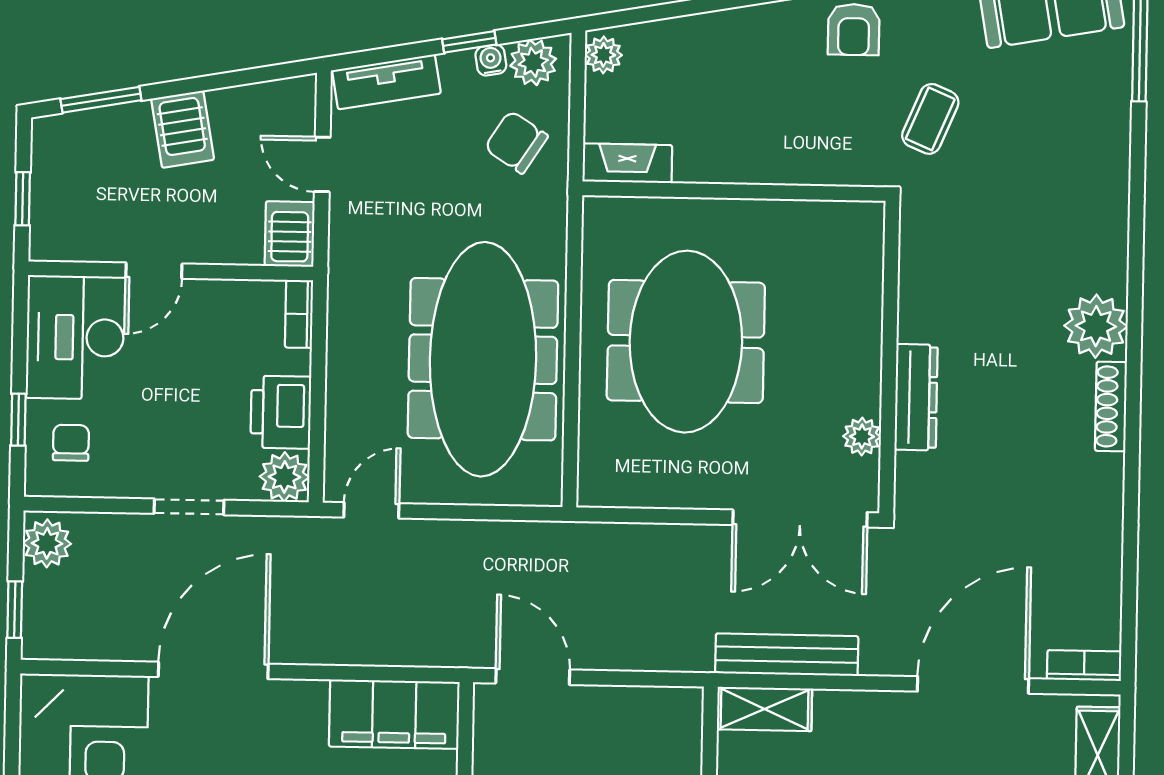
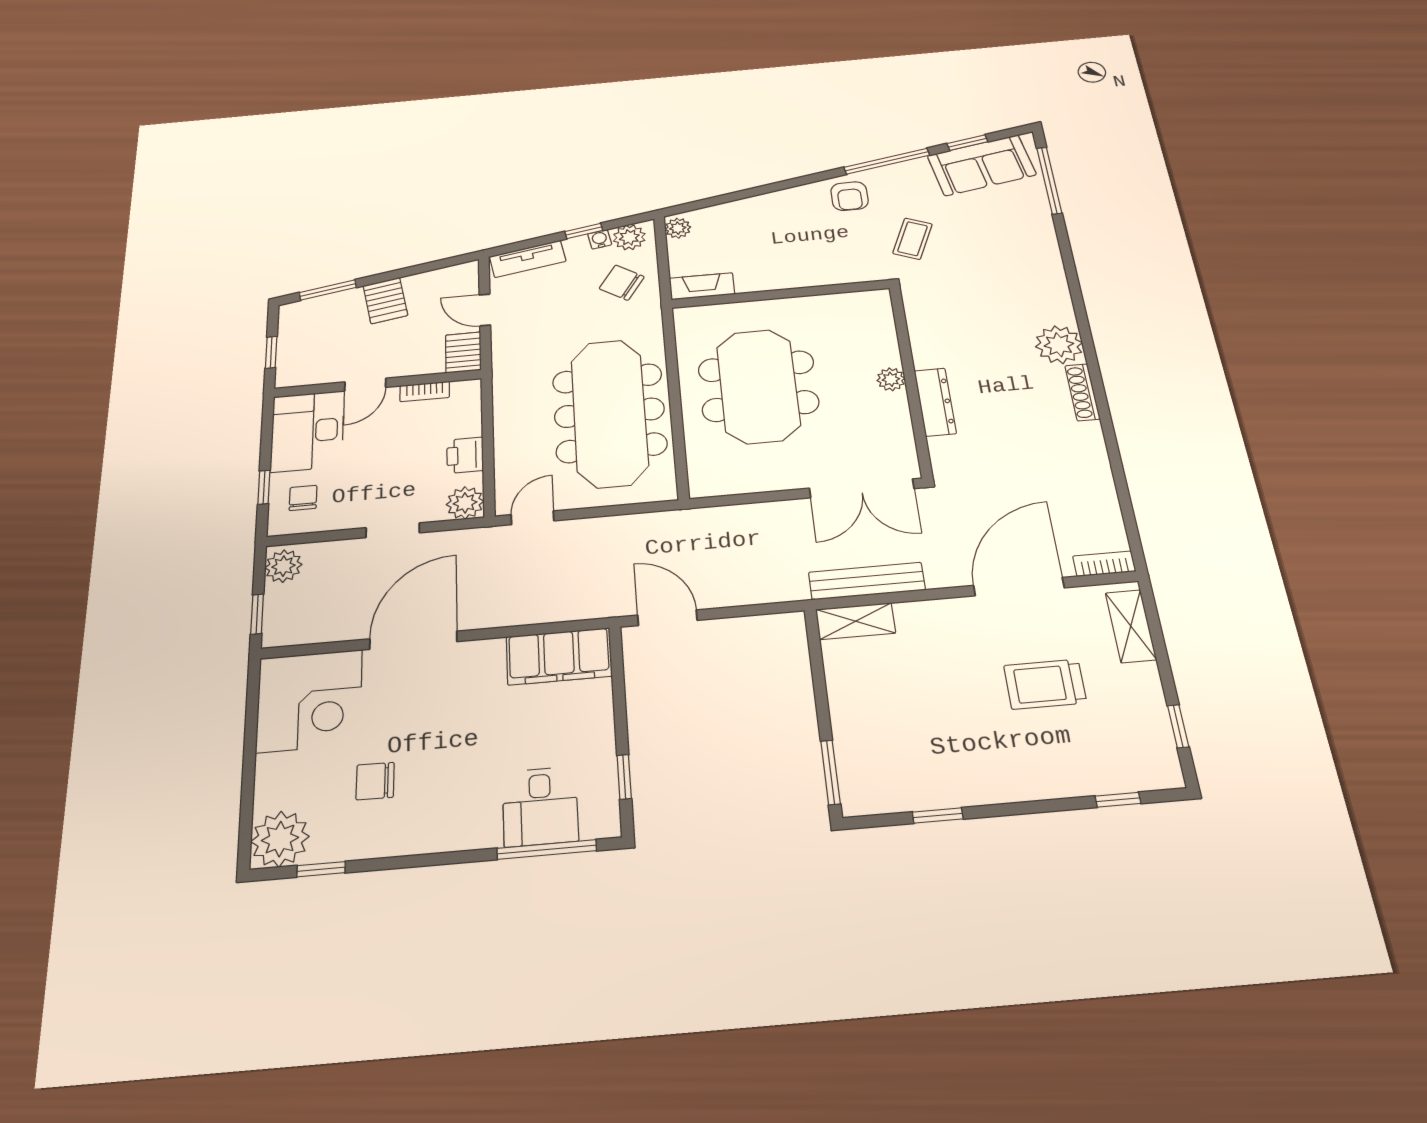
bookcase: (299, 314) -> (425, 391), moved, turned -90
printer: (281, 412) -> (465, 455), width x0.73, depth x0.81
plant: (862, 437) -> (891, 379), moved

